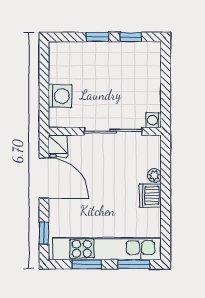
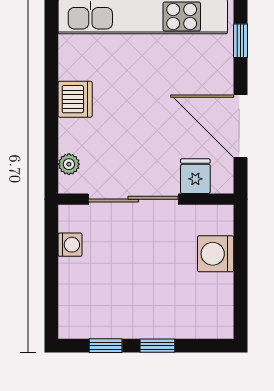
washing machine: (154, 120) -> (70, 245), moved
fridge: (58, 146) -> (195, 176), moved
plant: (154, 176) -> (69, 164), moved

